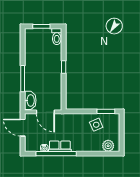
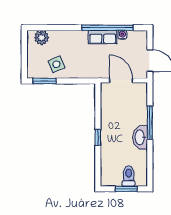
toilet: (57, 37) -> (129, 176), moved
washbasin: (30, 100) -> (140, 137), moved

